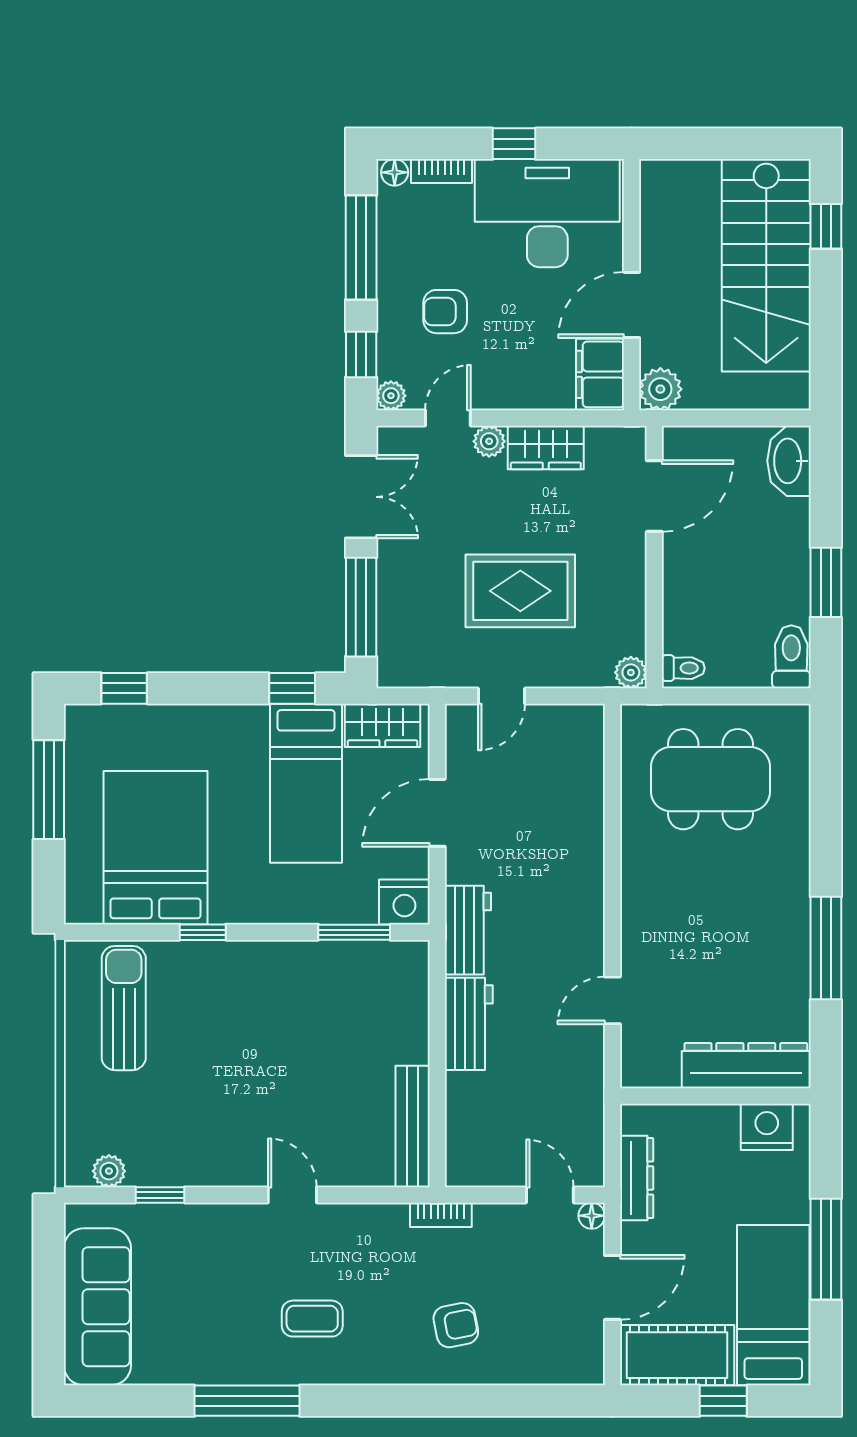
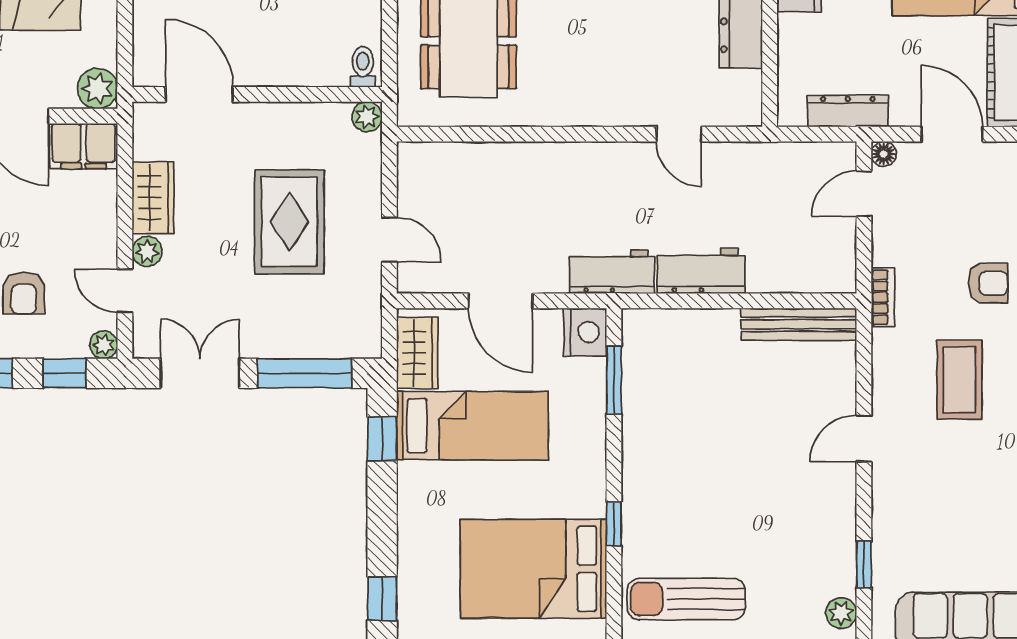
coffee table: (312, 1319) -> (959, 380), moved, width x1.36, depth x1.30
armchair: (456, 1325) -> (988, 283), turned 101

